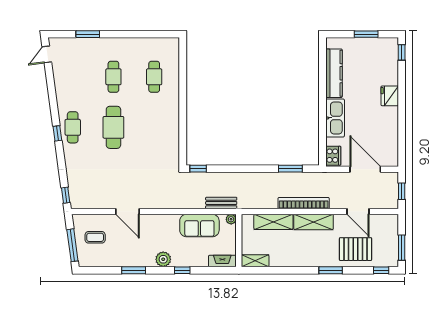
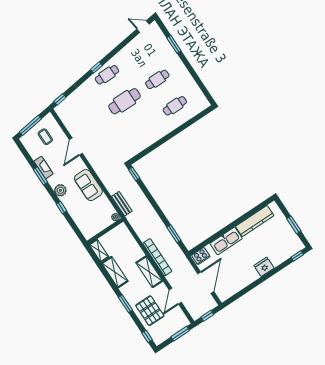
shelving: (273, 222) -> (115, 272), moved
sofa: (199, 226) -> (88, 185), moved
window: (402, 248) -> (180, 334), moved
fireplace: (222, 261) -> (44, 167), moved

